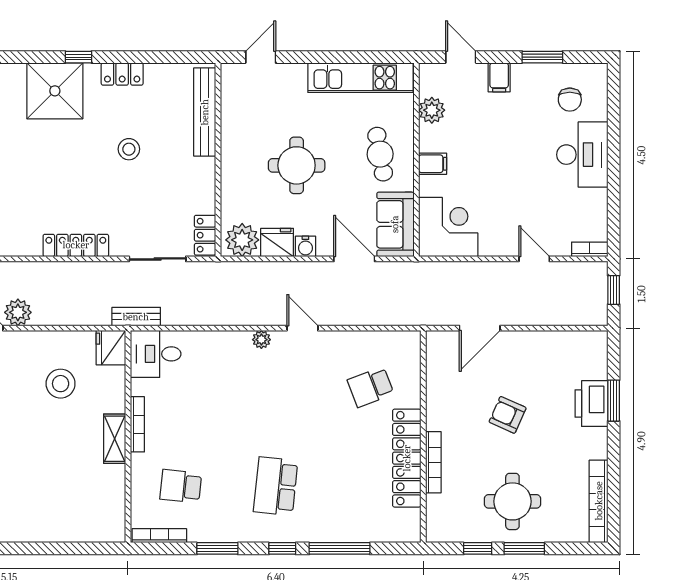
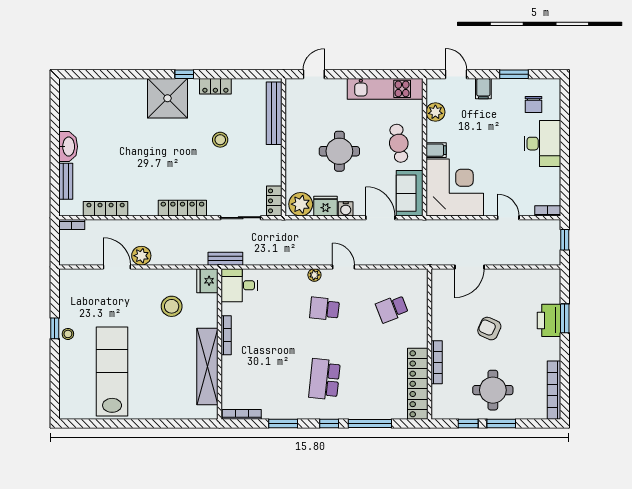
corner desk: (448, 227) -> (455, 187), width x1.36, depth x1.36
shelving: (115, 439) -> (207, 366), width x2.20, depth x1.33
locker: (407, 458) -> (418, 384), moved
school desk: (181, 486) -> (324, 309), moved

